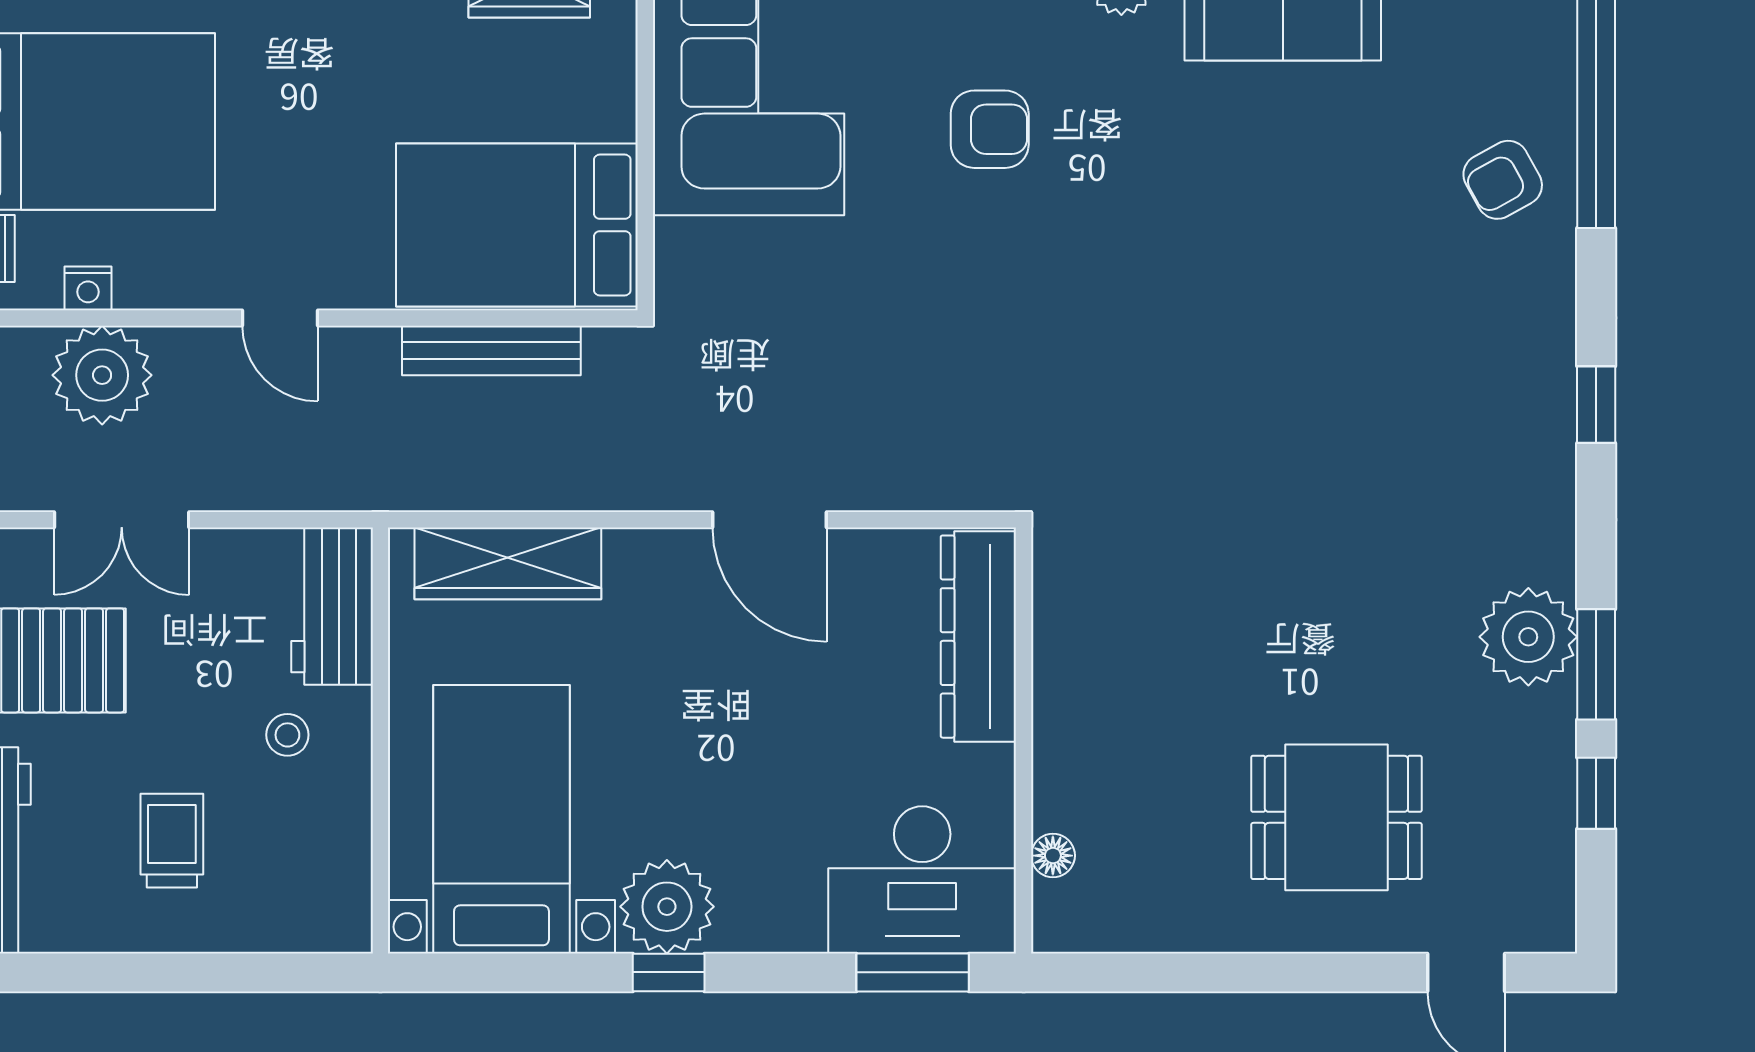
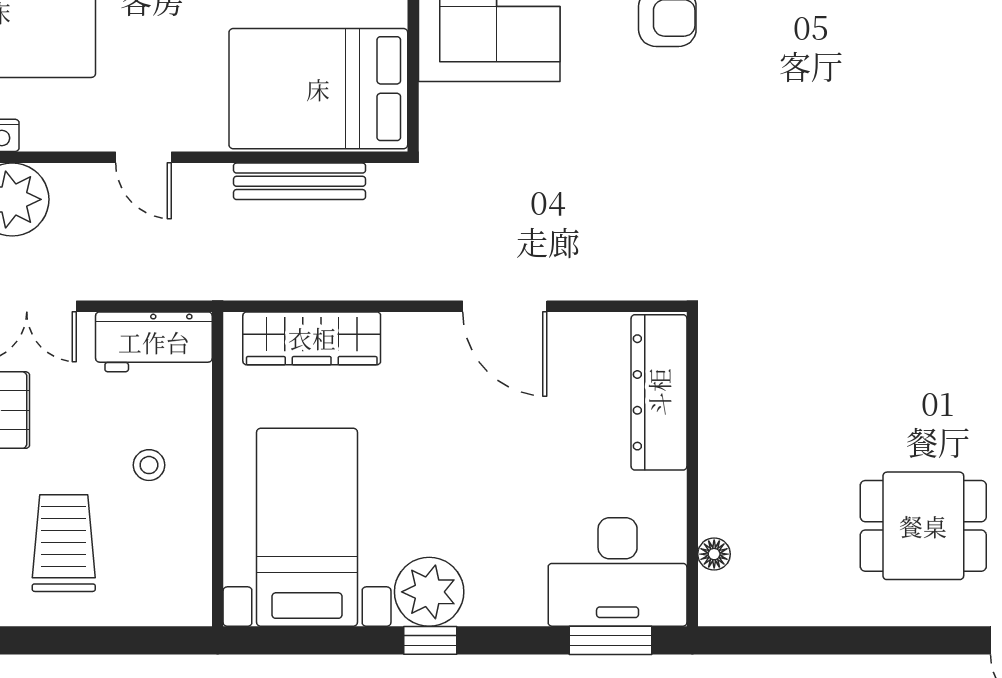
workbench: (332, 606) -> (154, 342), moved, turned -90
trolley: (172, 841) -> (64, 543), width x1.36, depth x1.39

